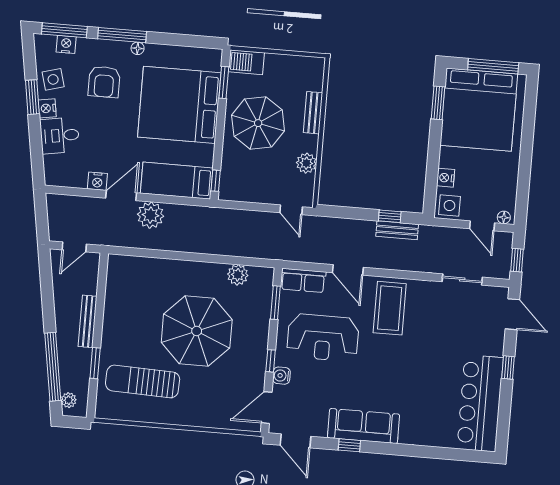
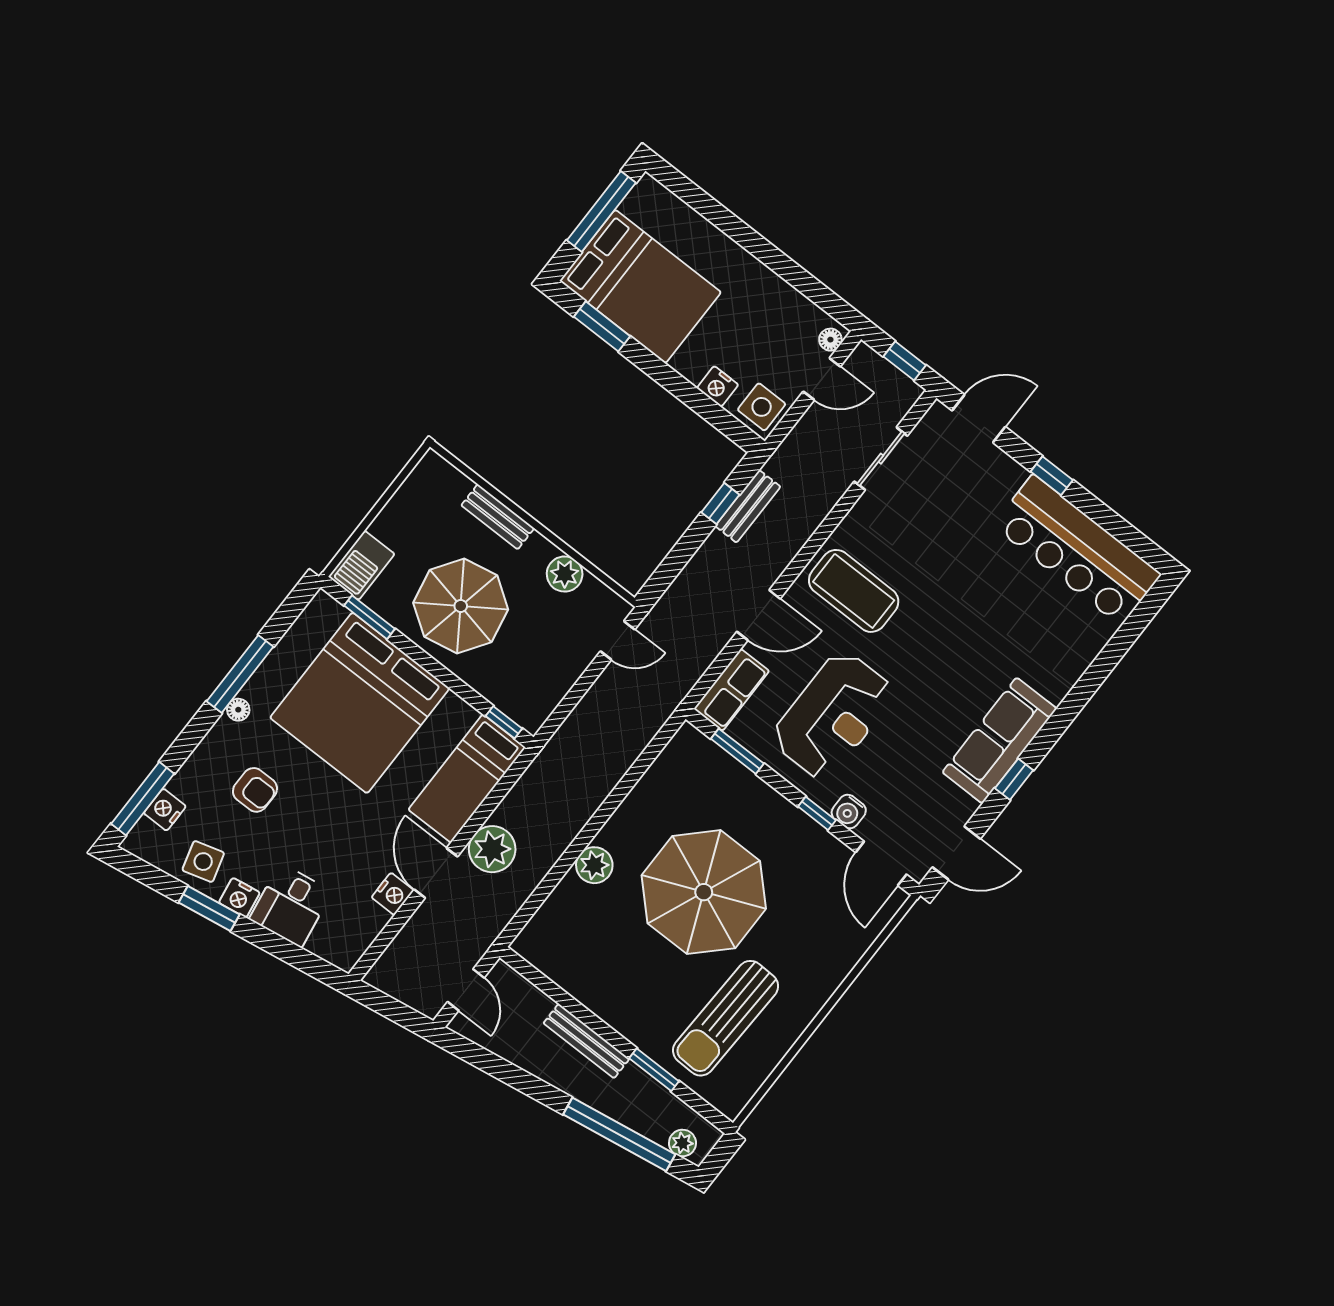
window: (122, 35) -> (240, 674), moved
armchair: (104, 82) -> (255, 790), width x0.72, depth x0.72
bed: (479, 110) -> (640, 286), width x0.73
plant: (238, 275) -> (594, 865), moved

